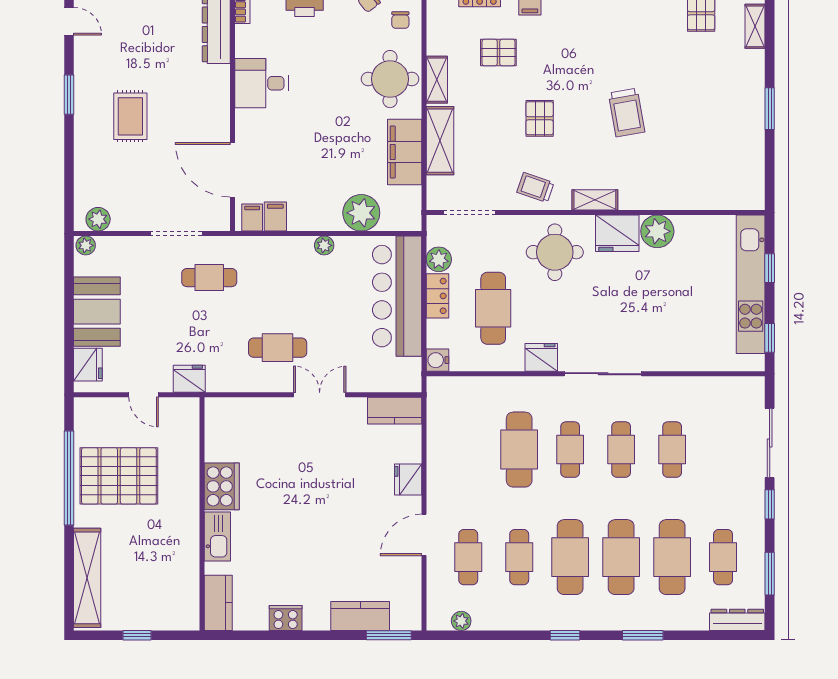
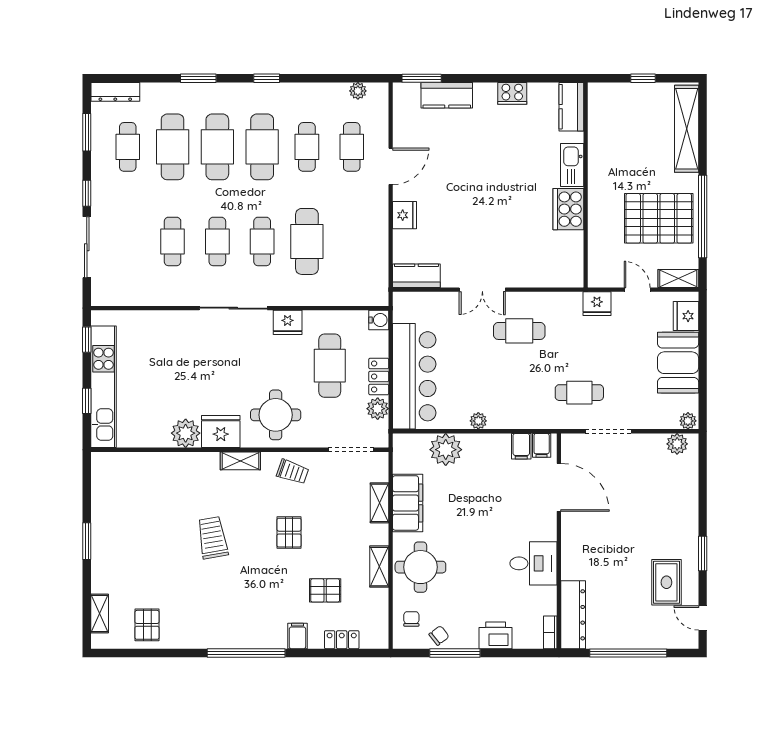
rug: (130, 116) -> (666, 582), moved
shelving: (440, 141) -> (380, 503), width x0.67, depth x0.75
shelving: (97, 407) -> (678, 278), added

